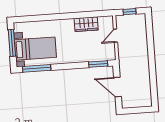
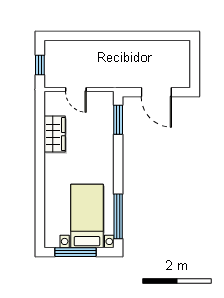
door: (118, 87) -> (156, 92), hinge flipped

